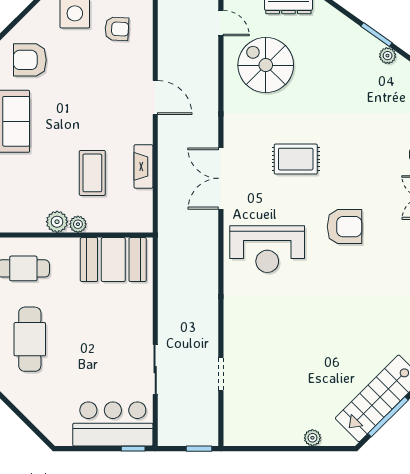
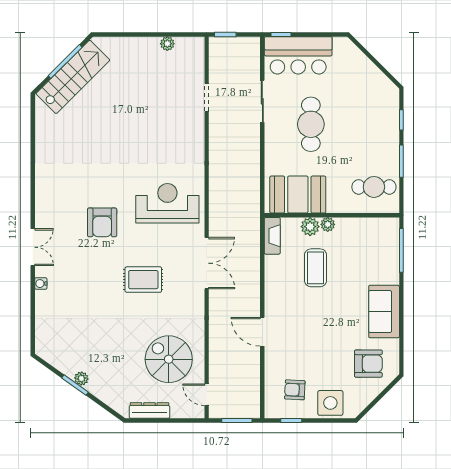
plant: (388, 56) -> (81, 379), moved
spiral stairs: (266, 65) -> (169, 359), turned 180
fireplace: (143, 166) -> (272, 236), moved
plant: (57, 222) -> (310, 227), moved
armchair: (344, 227) -> (102, 222), turned -90
cafe table: (30, 339) -> (311, 124), moved
plant: (312, 438) -> (167, 44), moved

